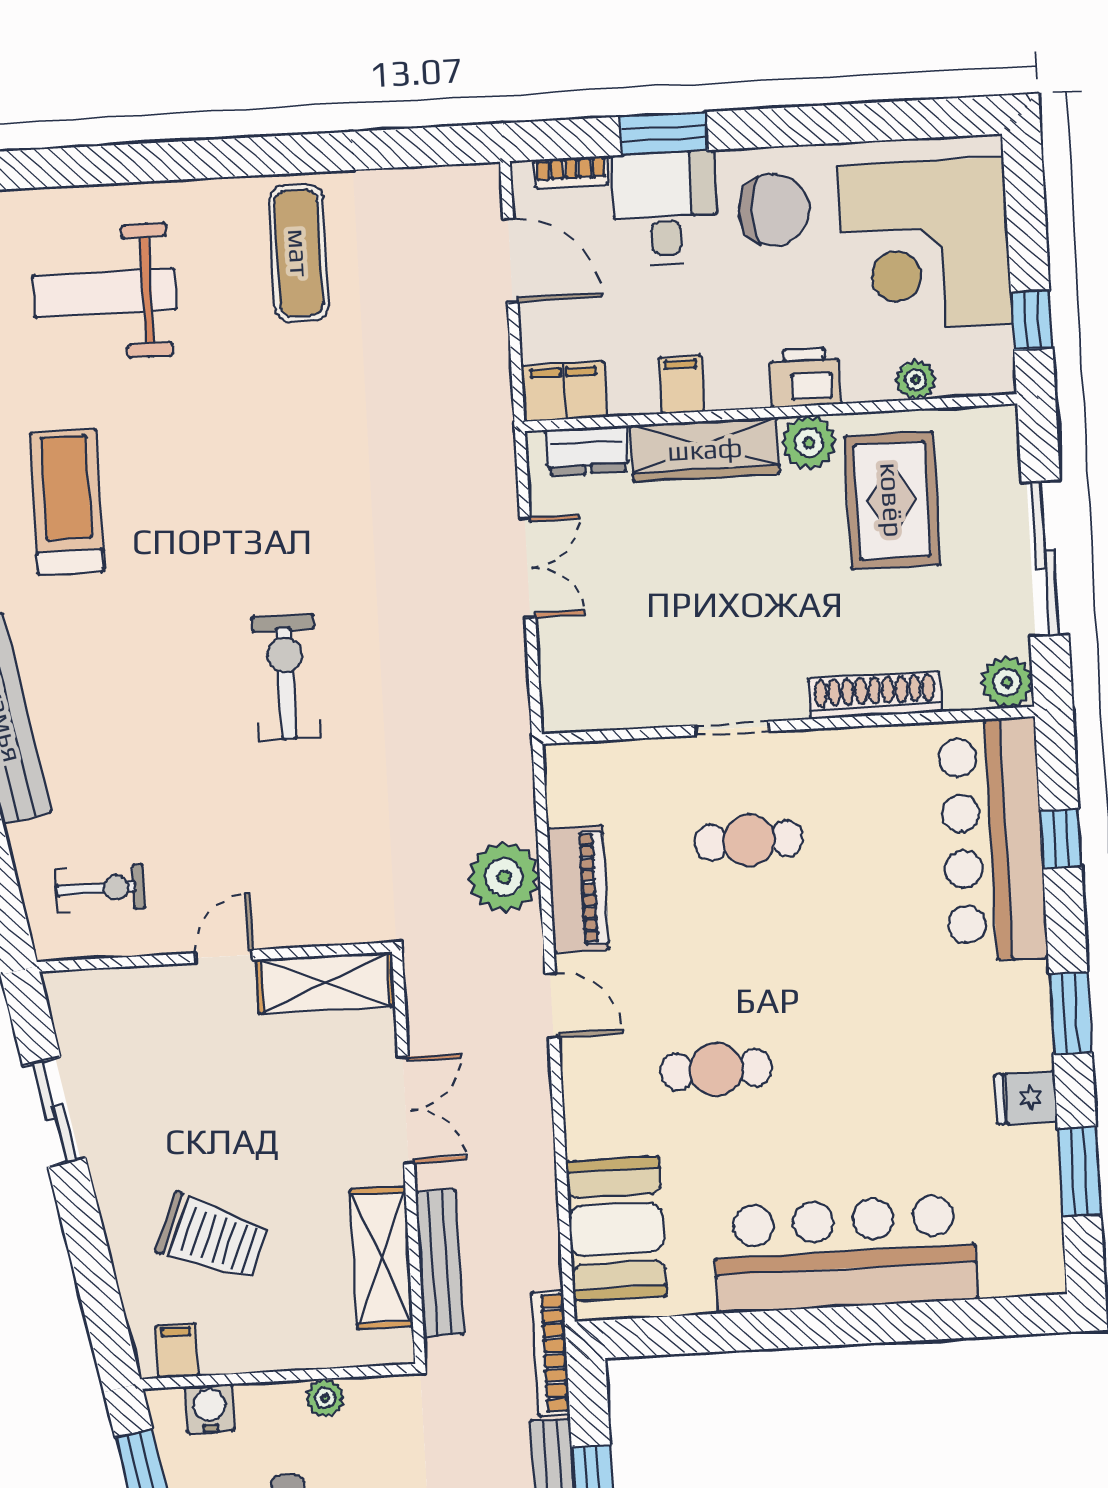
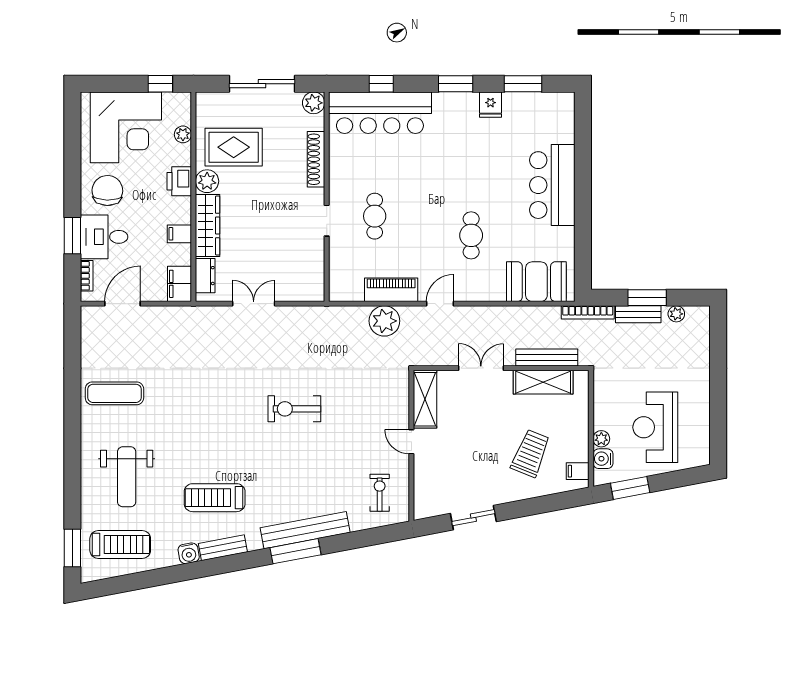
bar counter: (845, 1253) -> (552, 185), width x0.73
plant: (325, 1398) -> (601, 439), moved

